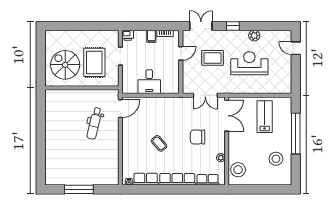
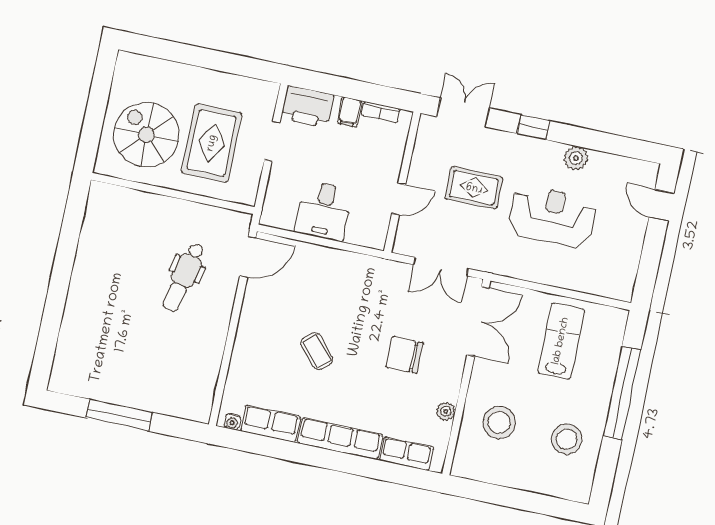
printer: (128, 35) -> (307, 107), width x1.87, depth x1.48
door: (181, 53) -> (399, 199), moved
stool: (238, 170) -> (499, 422), moved

